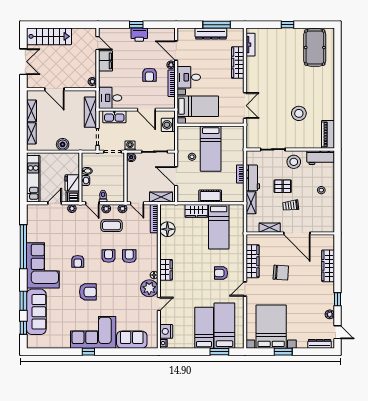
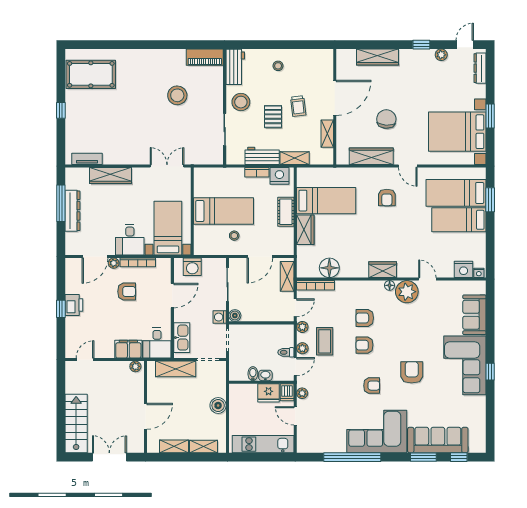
filing cabinet: (106, 61) -> (128, 349), moved
nightstand: (237, 191) -> (279, 176), added

